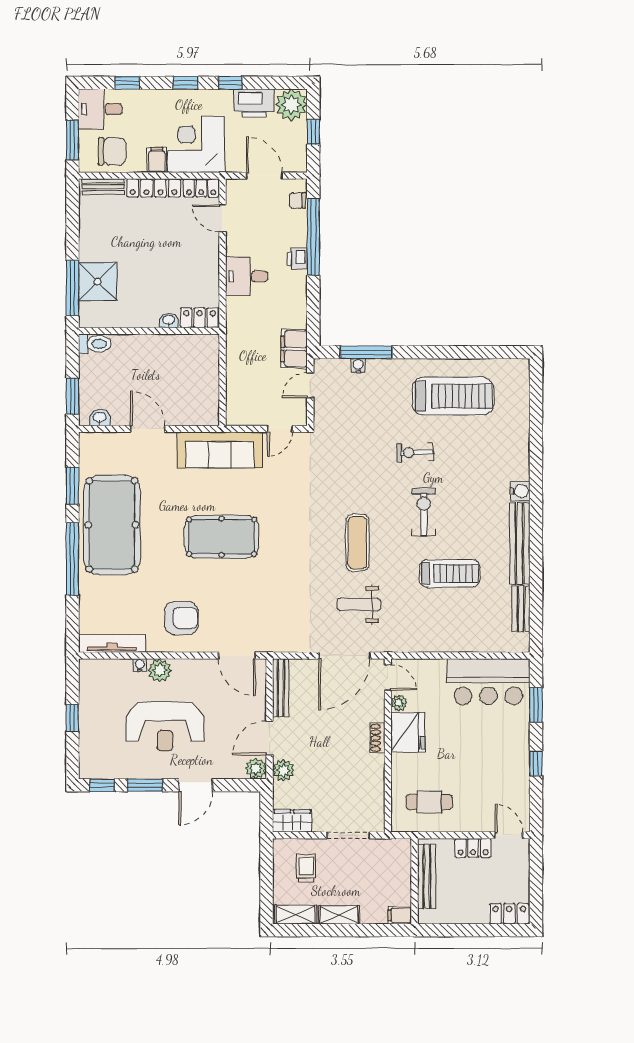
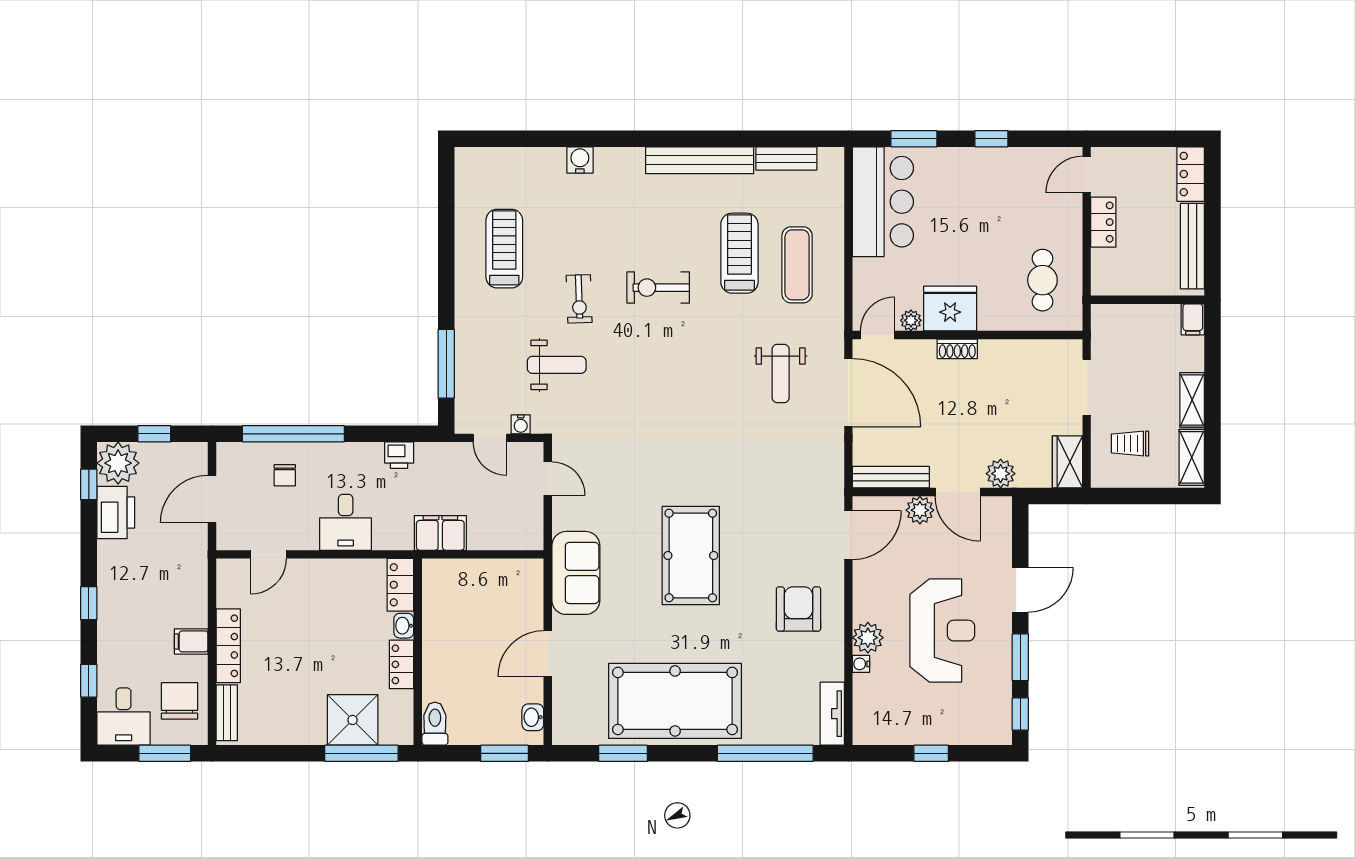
window: (230, 83) -> (89, 484), moved
corner desk: (196, 144) -> (170, 589), removed
locker: (201, 188) -> (401, 664), moved, turned 180
chair: (298, 200) -> (285, 475), moved
printer: (297, 259) -> (399, 455), moved
filing cabinet: (294, 349) -> (440, 533), moved, turned 180
water cooler: (358, 366) -> (521, 424), moved, turned -90
treadmill: (453, 396) -> (504, 249), width x0.73, depth x0.73
weight bench: (365, 436) -> (557, 365), added
sofa: (220, 450) -> (576, 573), width x0.73
water cooler: (520, 491) -> (580, 160), moved
exercise mat: (357, 543) -> (797, 265), moved, turned 90
window: (72, 559) -> (765, 753), moved
tv unit: (112, 643) -> (832, 714), width x0.71
plant: (256, 769) -> (920, 510), moved
door: (196, 785) -> (1020, 590), hinge flipped
bench: (427, 876) -> (1192, 246), moved, turned 90

